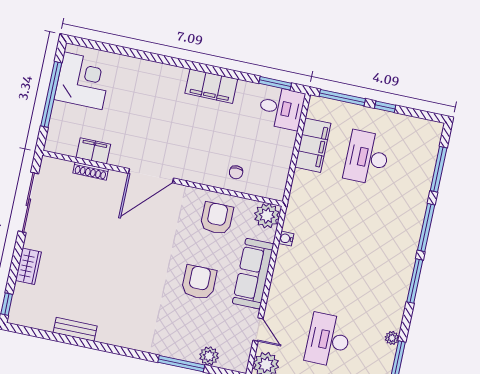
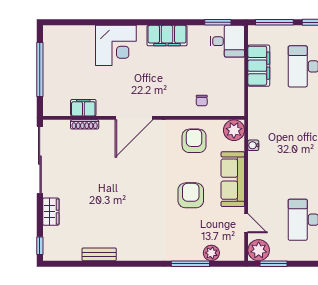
corner desk: (83, 81) -> (116, 45), moved, turned 90
sliding door: (28, 202) -> (40, 160), width x1.36

